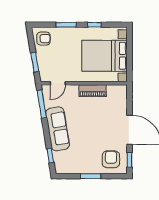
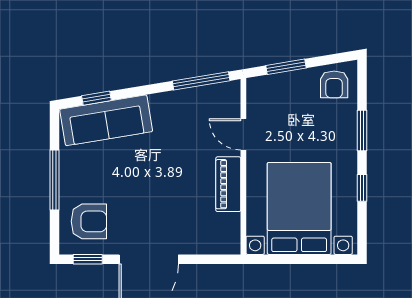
door: (58, 83) -> (243, 134), moved
sofa: (58, 129) -> (106, 120), moved
window: (91, 176) -> (54, 180), width x1.44

